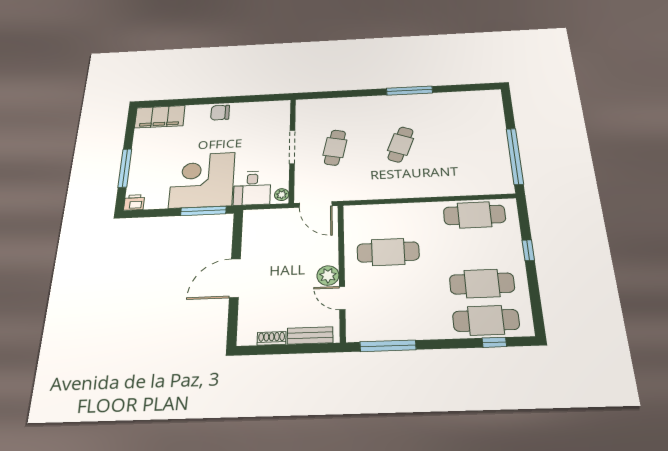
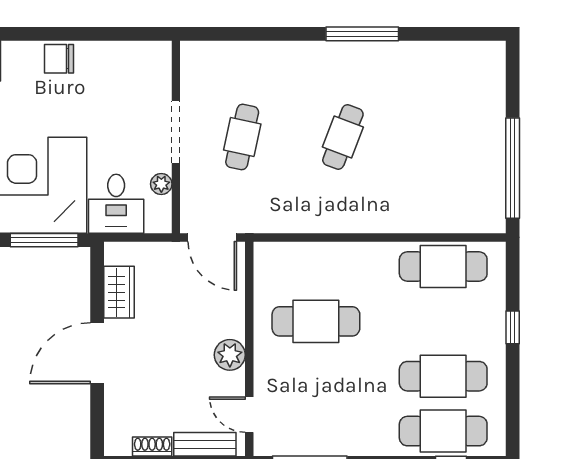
plant: (282, 195) -> (161, 184), moved
wardrobe: (252, 240) -> (119, 292), added
door: (342, 298) -> (249, 415), moved

